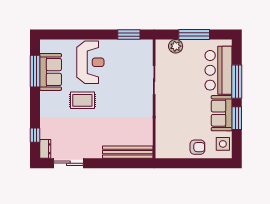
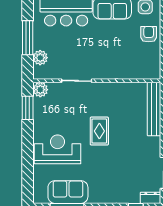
plant: (146, 46) -> (40, 90), added
rug: (82, 100) -> (99, 131), moved

